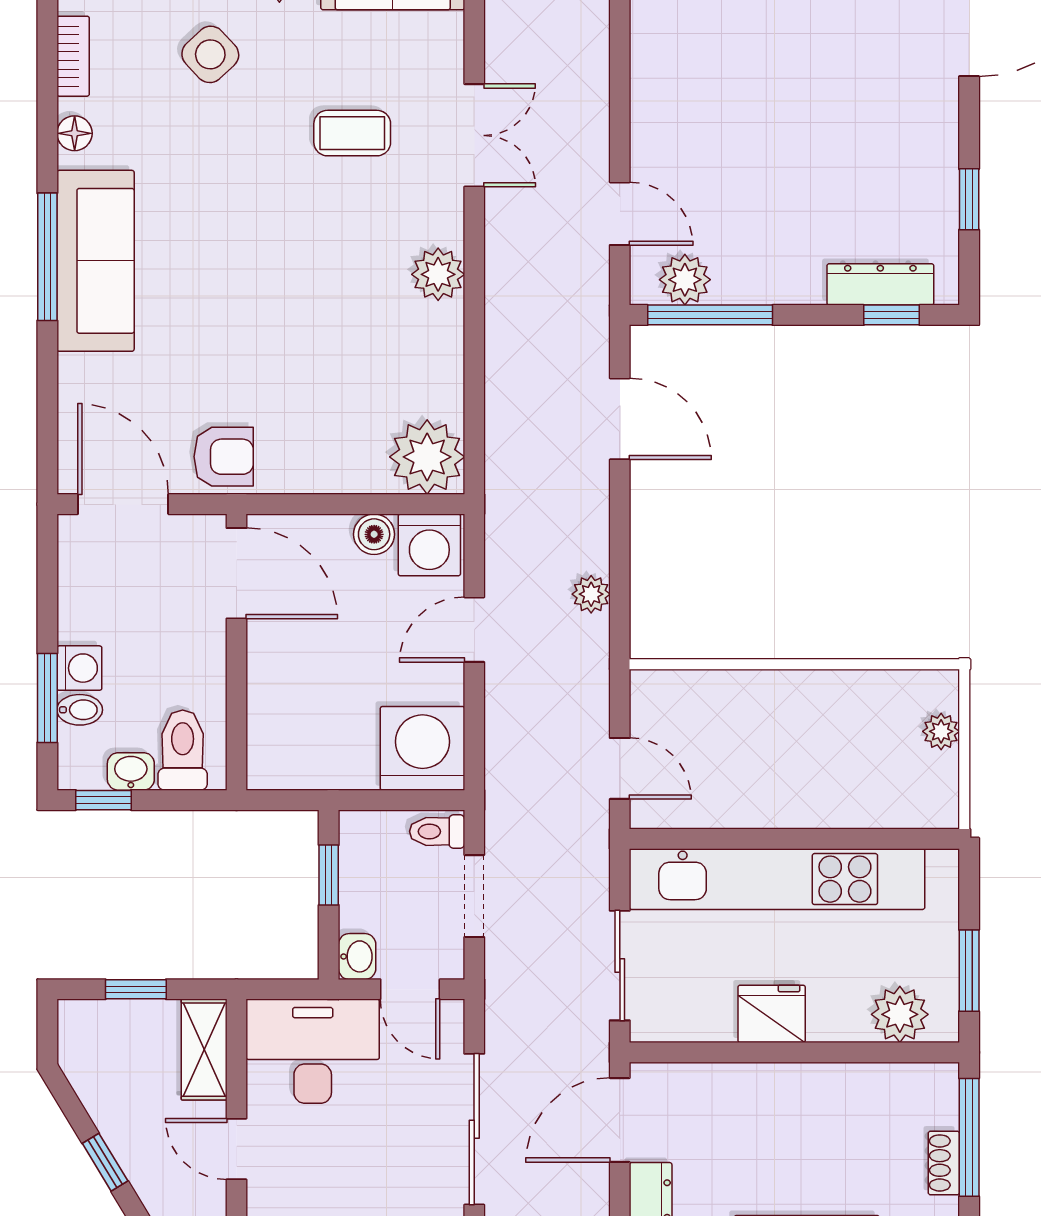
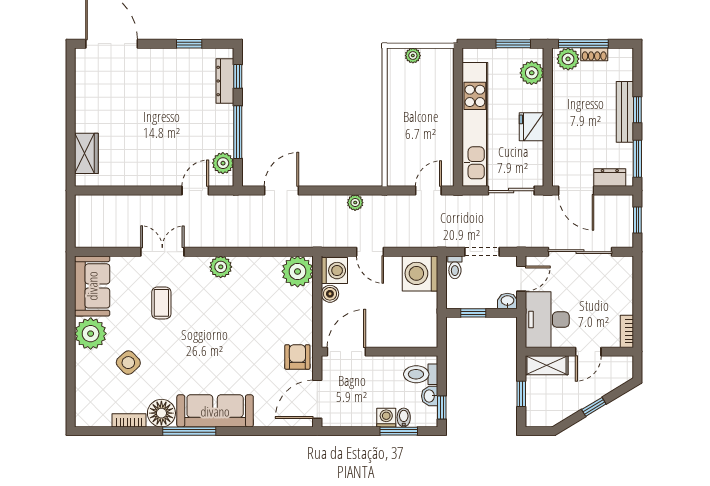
floor lamp: (75, 133) -> (161, 413), width x1.89, depth x1.89
window: (47, 257) -> (189, 431), moved
window: (710, 315) -> (238, 132), moved
plant: (933, 1101) -> (568, 59), added

